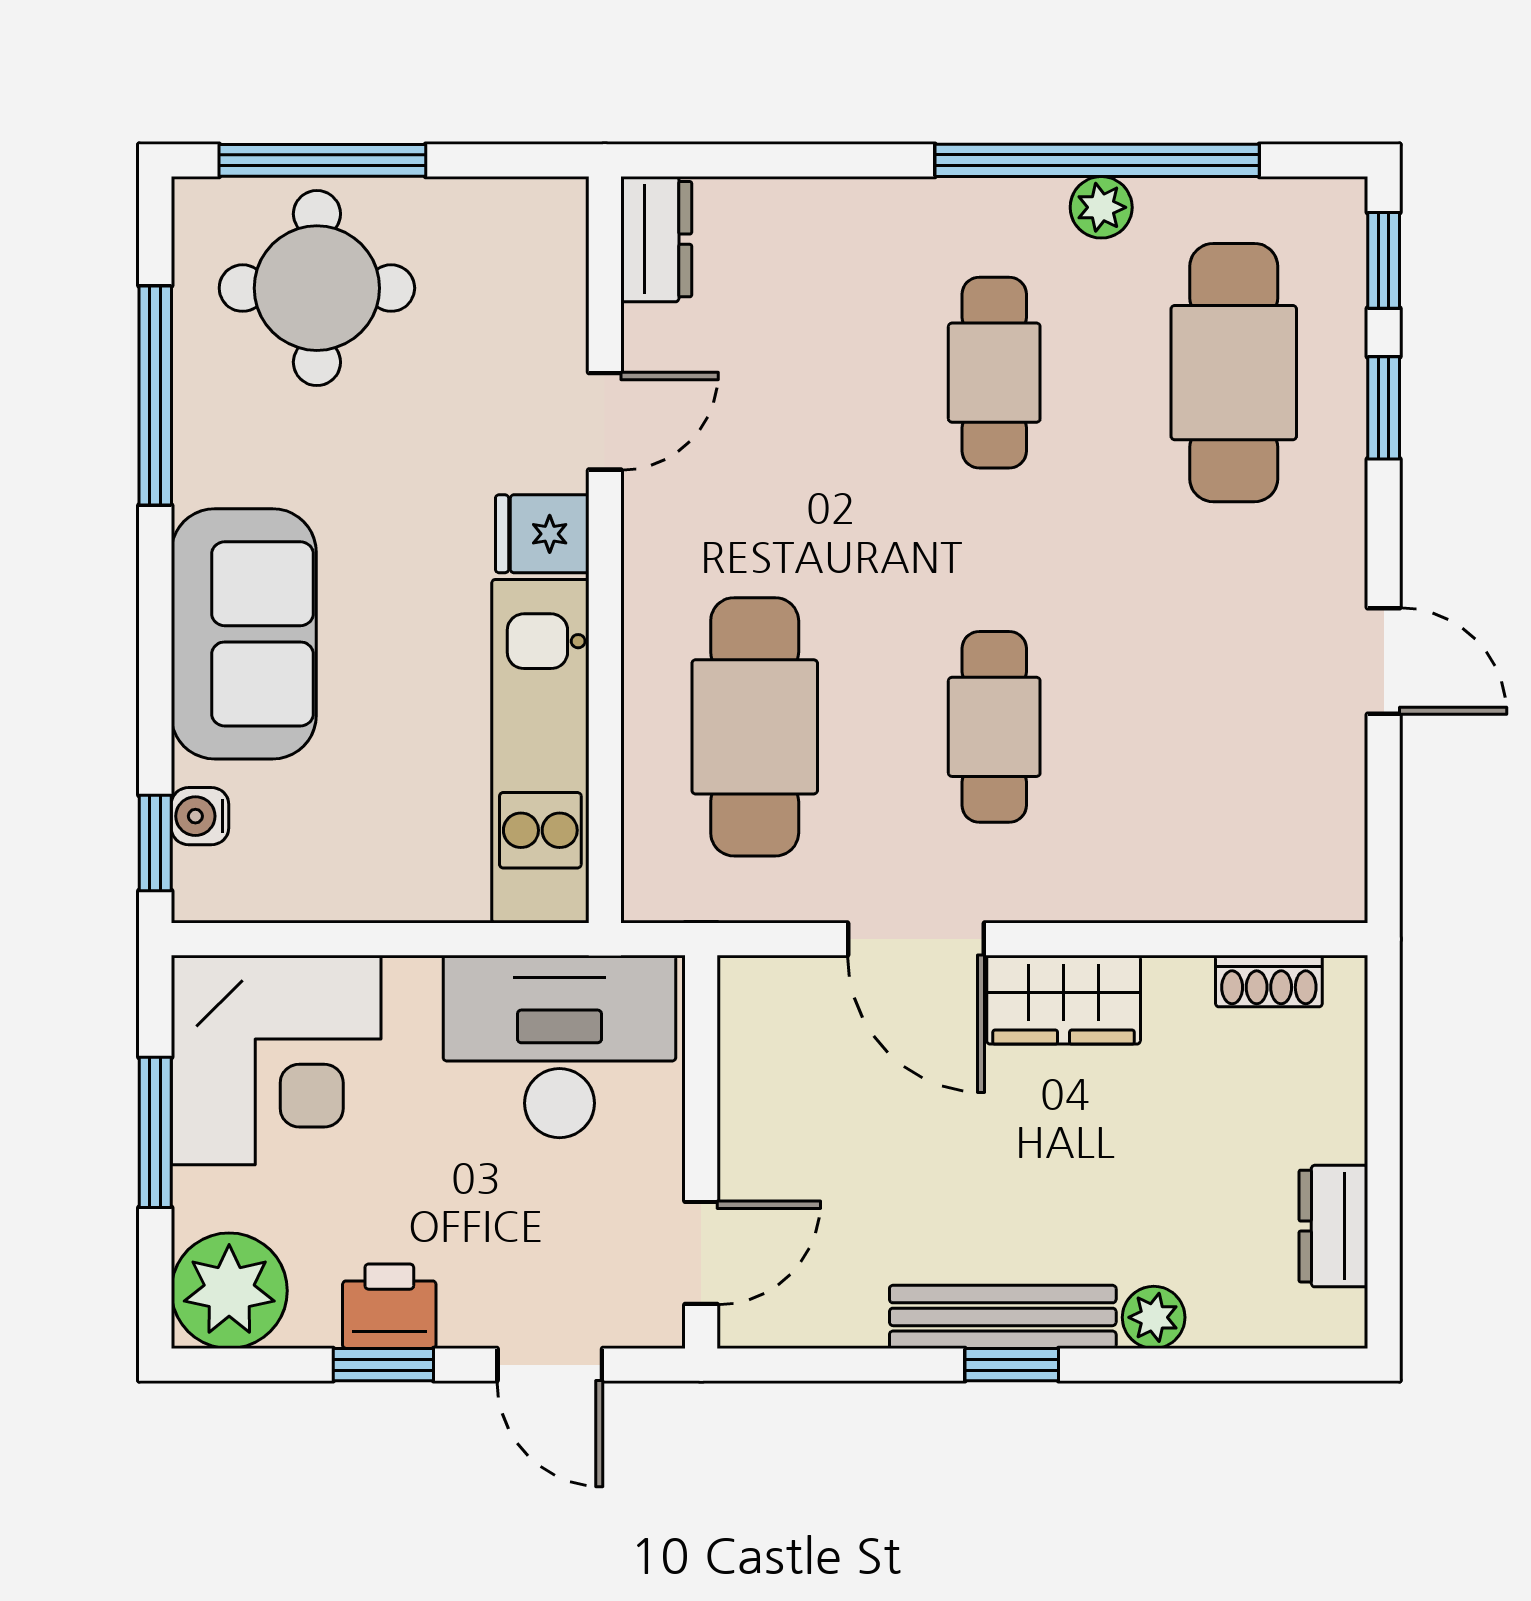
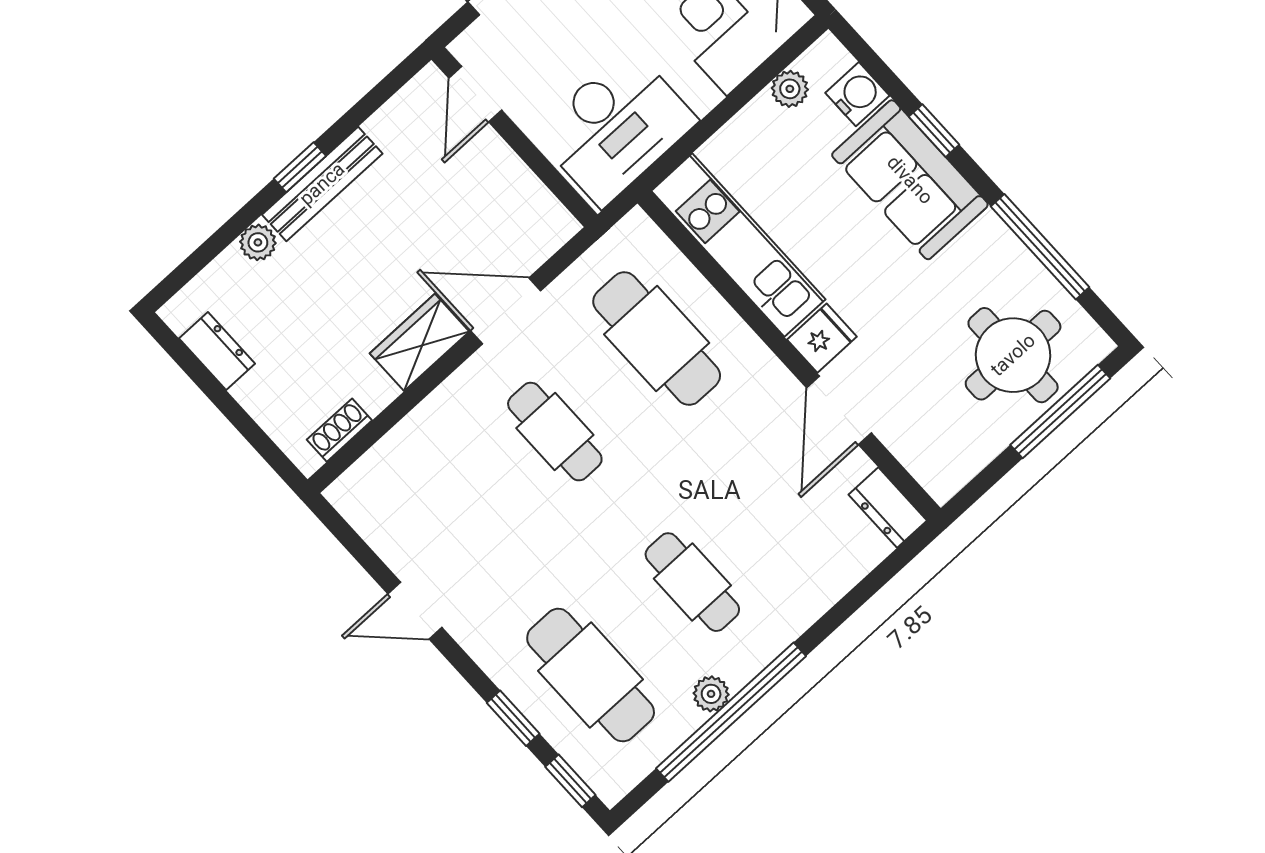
door: (605, 421) -> (839, 410), width x1.38
water cooler: (200, 816) -> (857, 94), width x1.38, depth x1.38
window: (155, 843) -> (934, 131), moved
plant: (291, 891) -> (790, 89), added

